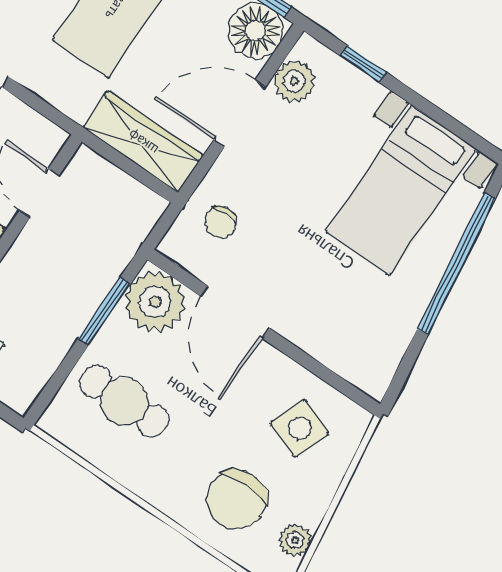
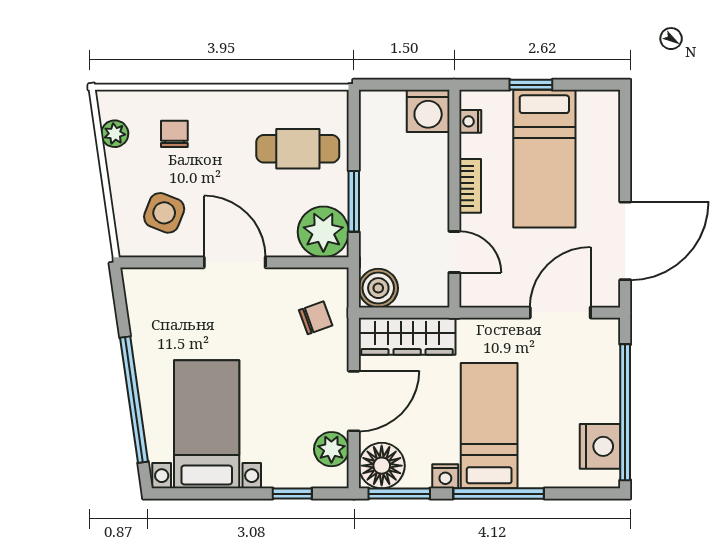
boiler: (139, 209) -> (378, 288), added
chair: (221, 222) -> (316, 318), turned 70
door: (235, 312) -> (235, 262), moved
chair: (236, 500) -> (174, 134), width x0.54, depth x0.54

